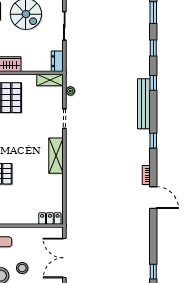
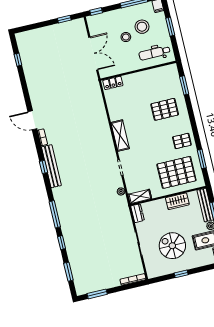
window: (153, 83) -> (55, 214), width x2.17
bench: (144, 104) -> (51, 166), moved

